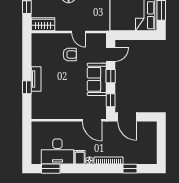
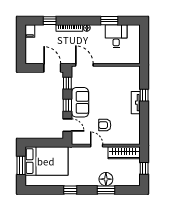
wardrobe: (43, 24) -> (124, 153), width x1.50
door: (111, 55) -> (67, 125), swing flipped
desk: (57, 152) -> (116, 36), width x0.73
filing cabinet: (80, 157) -> (30, 31), moved
window: (51, 169) -> (109, 21), moved

